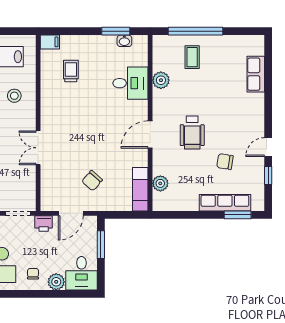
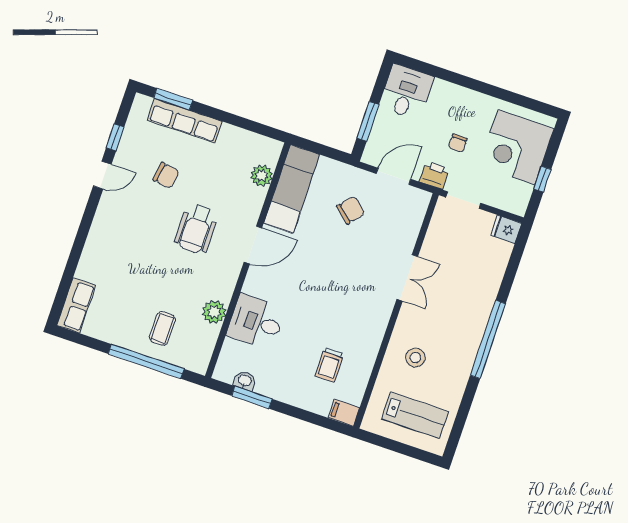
row of seats: (256, 74) -> (76, 305), moved
wheelchair: (192, 132) -> (196, 229), turned 180
exam couch: (140, 189) -> (292, 189), width x1.36, depth x1.45
chair: (33, 274) -> (458, 143), moved
plant: (56, 282) -> (444, 92), removed

